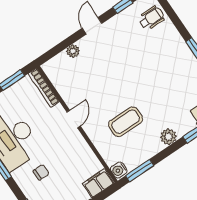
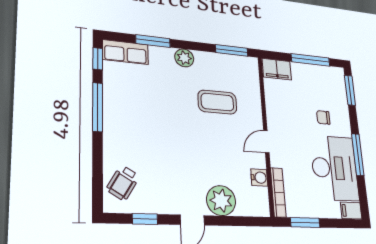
wheelchair: (151, 18) -> (123, 183), turned -59
plant: (73, 51) -> (221, 201), width x1.88, depth x1.88
water cooler: (119, 170) -> (259, 178), moved

